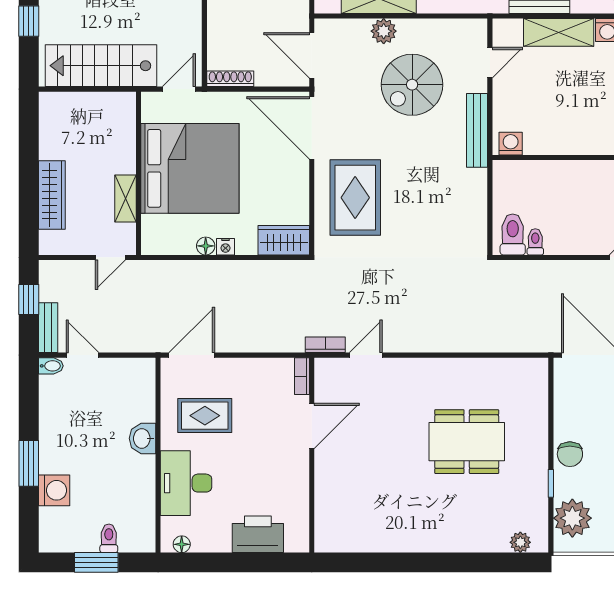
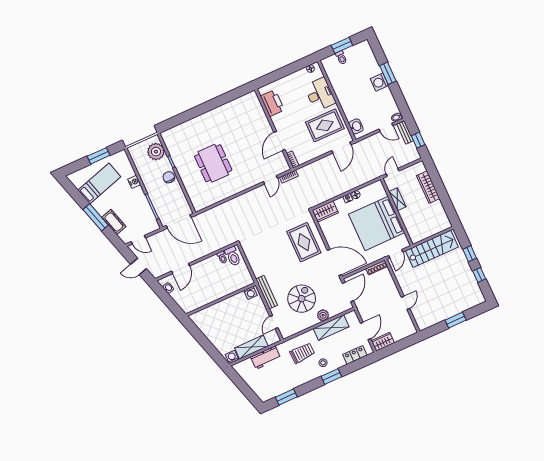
door: (312, 55) -> (348, 292), hinge flipped
rug: (205, 416) -> (325, 125), width x1.36, depth x1.43
washbasin: (143, 438) -> (356, 126), moved
dining table: (467, 442) -> (213, 163), turned 90
washing machine: (54, 490) -> (379, 82), moved
printer: (258, 534) -> (272, 103), moved, turned -90
plant: (520, 542) -> (173, 132), removed

